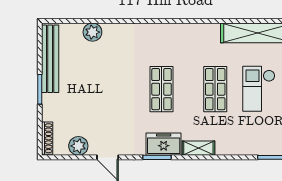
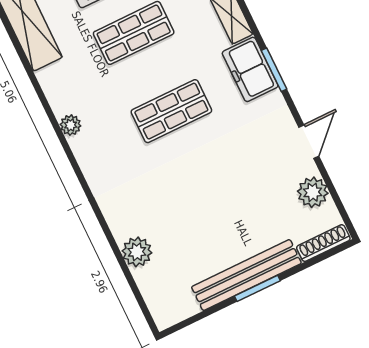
plant: (181, 29) -> (71, 125), added
bench: (50, 59) -> (246, 275), moved

